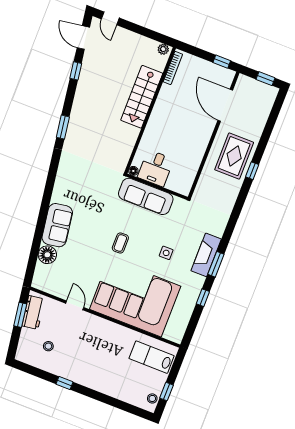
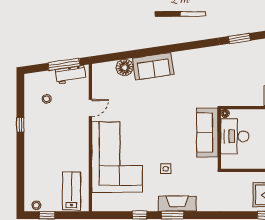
desk: (156, 168) -> (235, 136), width x1.37
coffee table: (120, 243) -> (159, 126), removed
window: (20, 315) -> (64, 64), width x1.44

